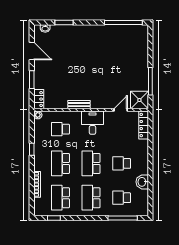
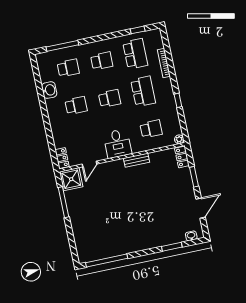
door: (32, 51) -> (201, 208), swing flipped
locker: (144, 125) -> (62, 158), width x0.66
school desk: (91, 163) -> (110, 98), width x0.54
school desk: (91, 198) -> (102, 61), width x0.54

